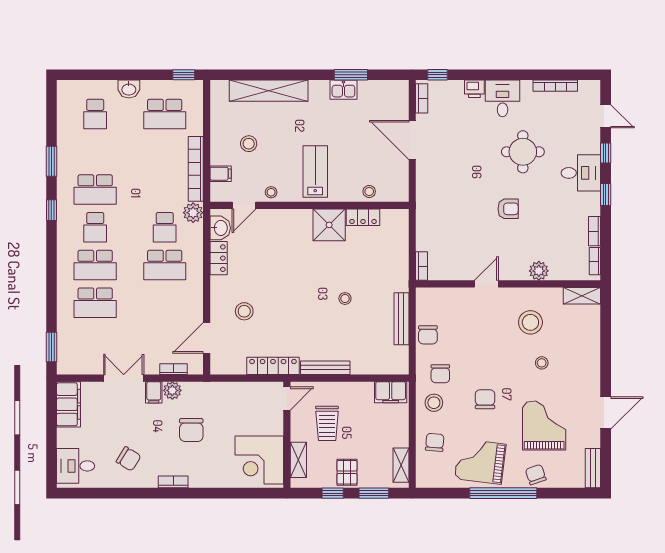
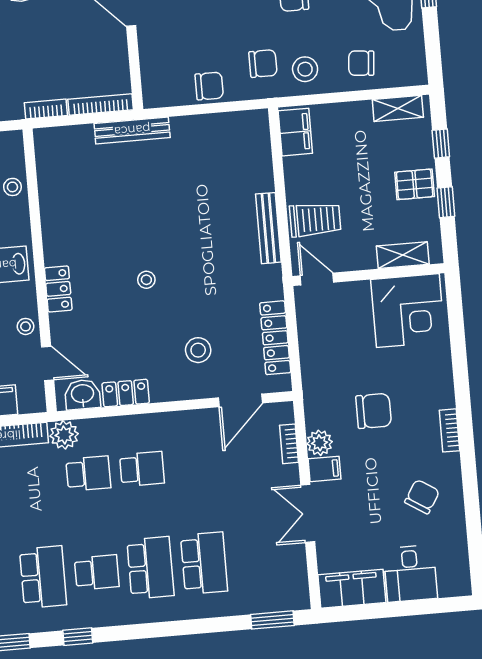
locker: (363, 217) -> (58, 289), moved
bookcase: (422, 219) -> (46, 109), added
shower: (329, 225) -> (65, 240), removed
school desk: (165, 265) -> (142, 469), width x0.54
bookcase: (421, 266) -> (101, 104), width x1.56
stool: (345, 299) -> (146, 280), moved
bench: (401, 319) -> (132, 130), moved
door: (207, 338) -> (240, 400), hinge flipped
locker: (273, 366) -> (275, 338), moved
trolley: (327, 423) -> (315, 220), moved
desk: (76, 466) -> (410, 574), moved
window: (374, 493) -> (441, 144), width x0.67

